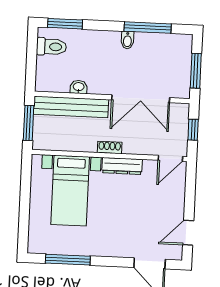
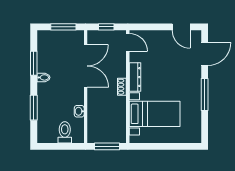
window: (65, 24) -> (34, 108), moved
window: (148, 28) -> (34, 63), width x0.69
toilet: (51, 47) -> (65, 132), moved
bench: (71, 107) -> (94, 116), removed
window: (68, 260) -> (205, 95), moved

